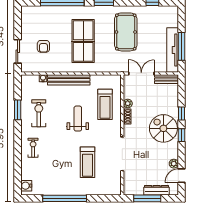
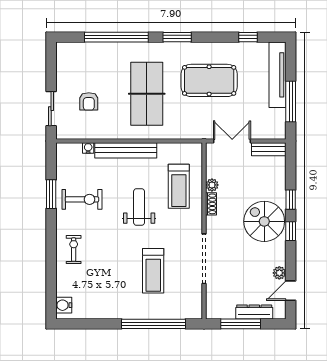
pool table: (126, 32) -> (209, 80), turned 90
tv unit: (173, 50) -> (278, 75), moved
exercise bike: (39, 113) -> (82, 199), turned 90
window: (65, 198) -> (153, 324), moved

